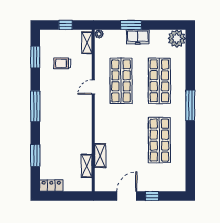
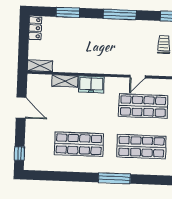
door: (93, 87) -> (138, 77), swing flipped
freezer: (102, 131) -> (91, 84), added
shelving: (87, 166) -> (40, 66), moved
window: (152, 196) -> (19, 154), moved

